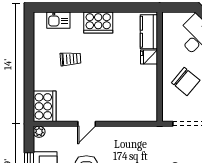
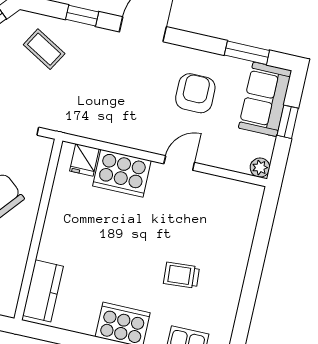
fridge: (149, 57) -> (84, 160), moved, turned 90
cooker: (45, 106) -> (122, 173), moved, turned -90

